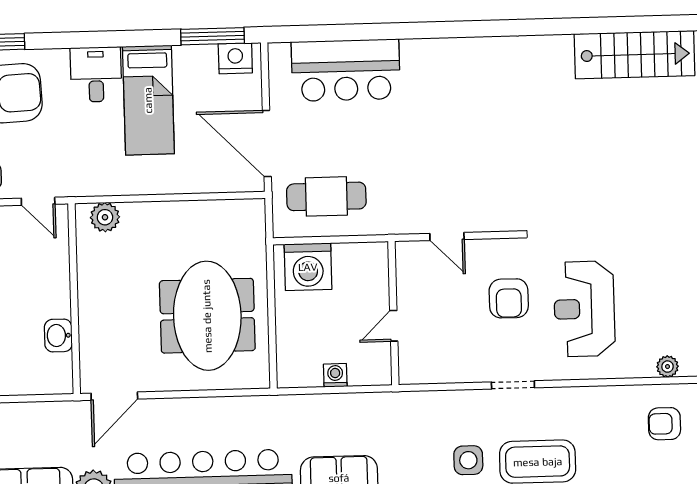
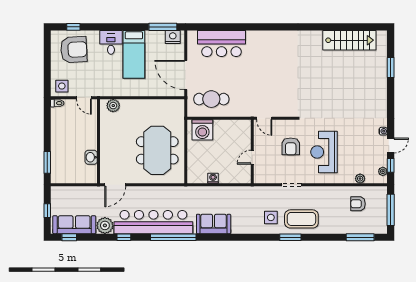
wall: (393, 313) -> (252, 152), moved
door: (394, 326) -> (252, 157), moved

